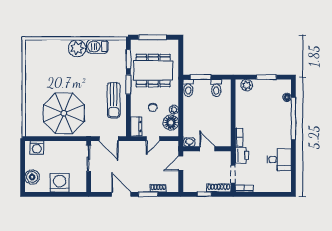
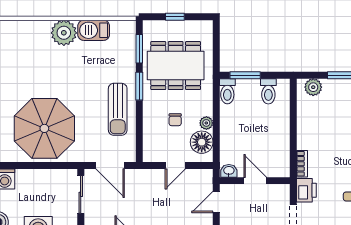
window: (153, 37) -> (175, 17), width x0.46
dresser: (136, 127) -> (151, 148), removed

